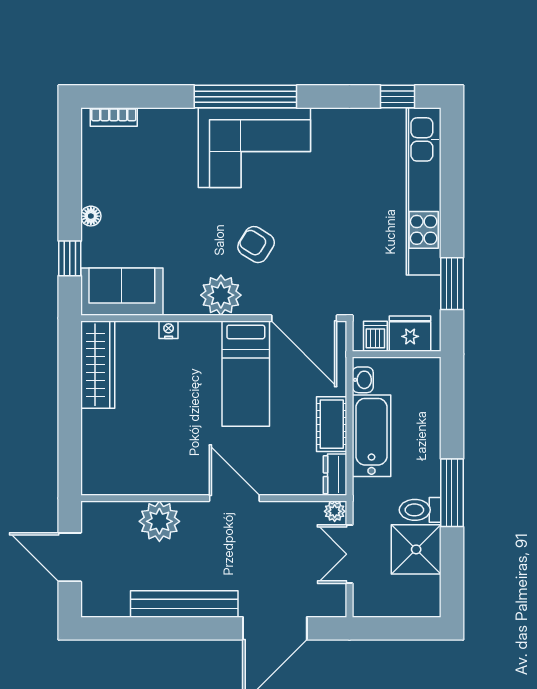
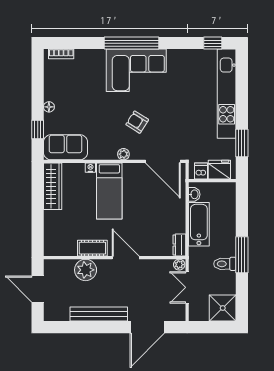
plant: (221, 295) -> (123, 154), width x0.53, depth x0.53
bed: (246, 374) -> (109, 191), moved
cot: (332, 424) -> (92, 248), moved, turned 90
shower: (416, 549) -> (223, 308), moved

